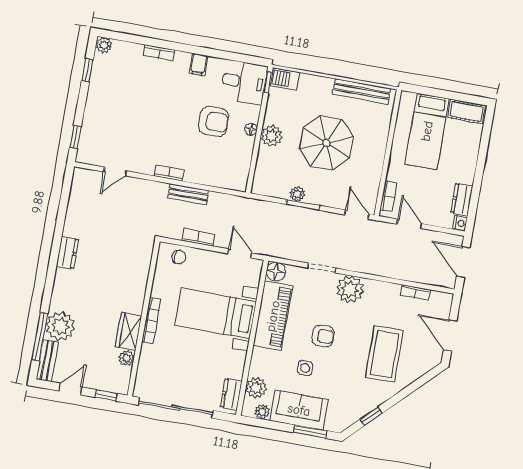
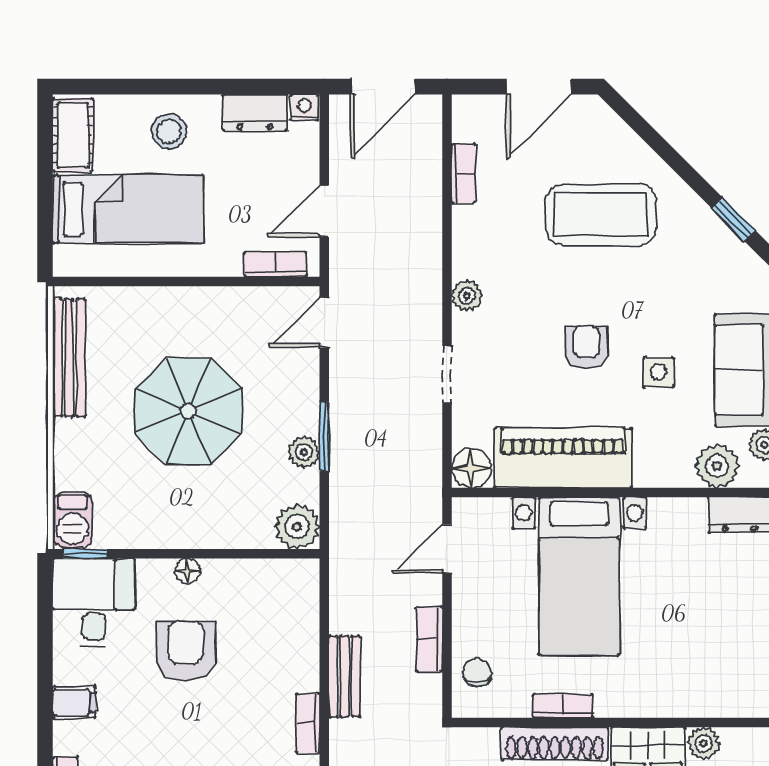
plant: (272, 136) -> (297, 527), moved
stool: (460, 157) -> (169, 131), added
shoe rack: (139, 288) -> (555, 744), added
plant: (350, 289) -> (467, 296), width x0.53, depth x0.53
bookcase: (151, 320) -> (563, 706), moved, width x0.64

